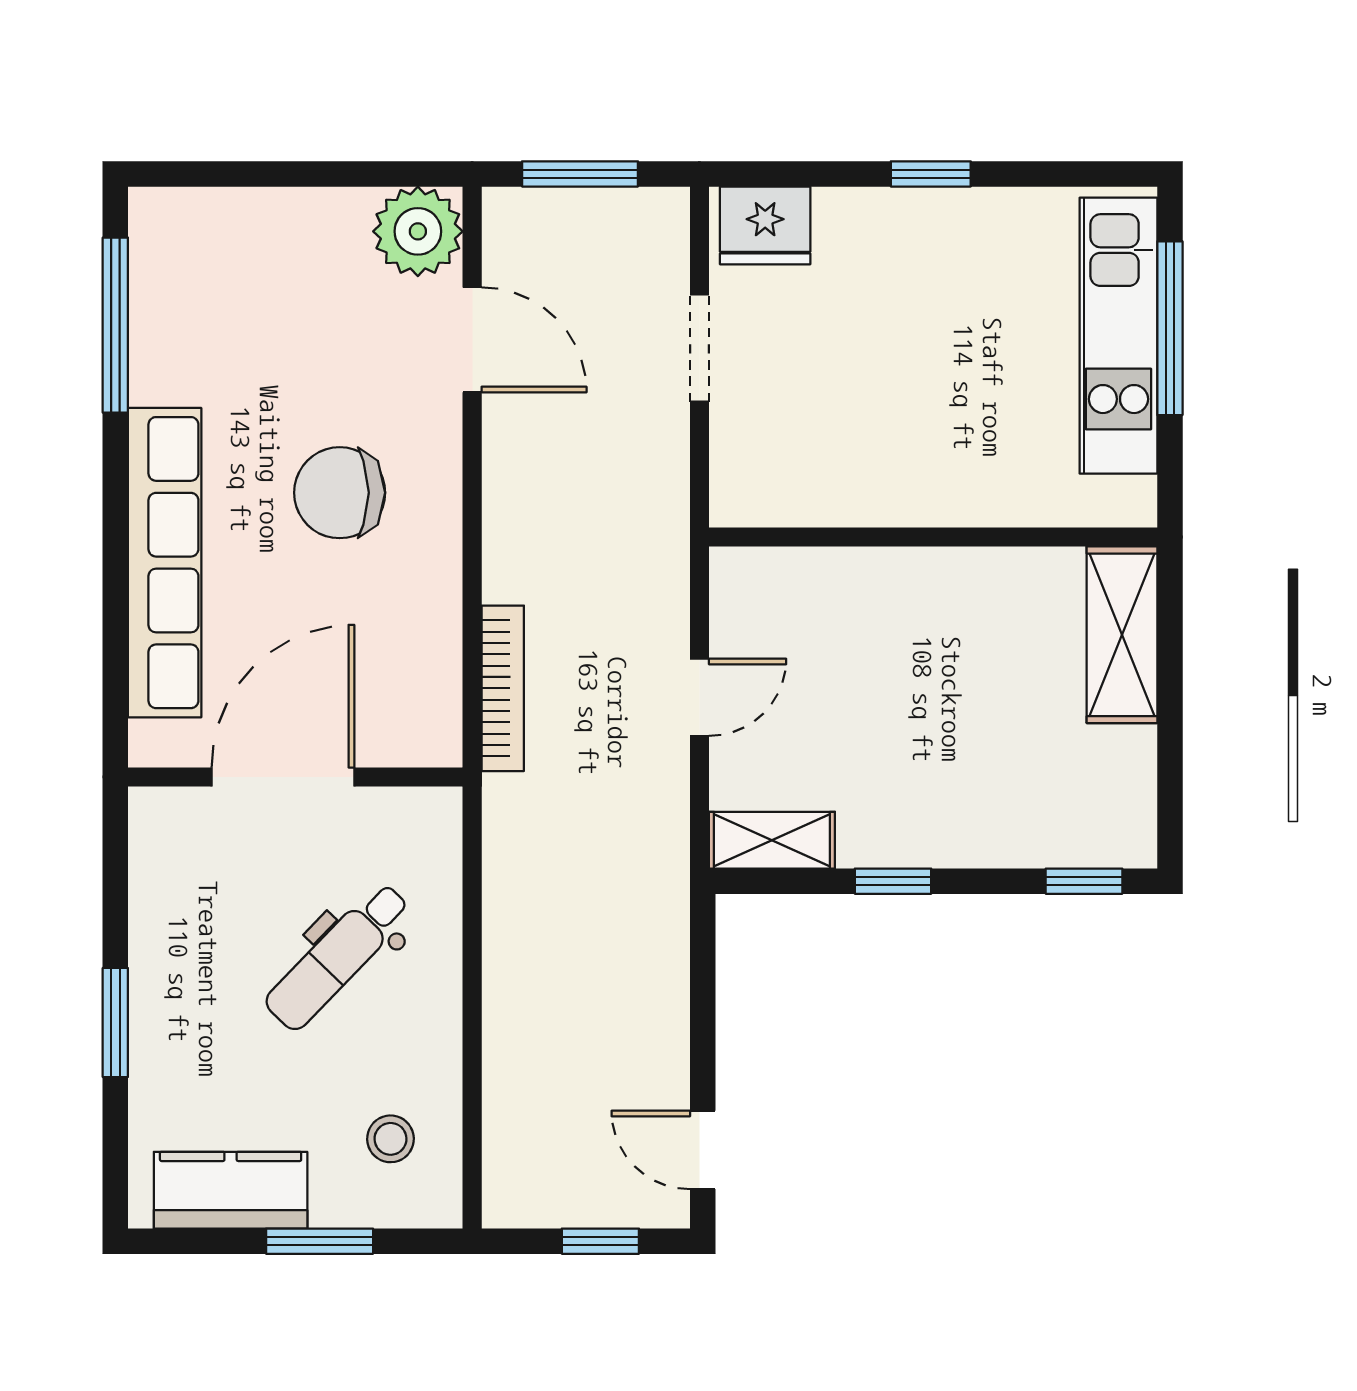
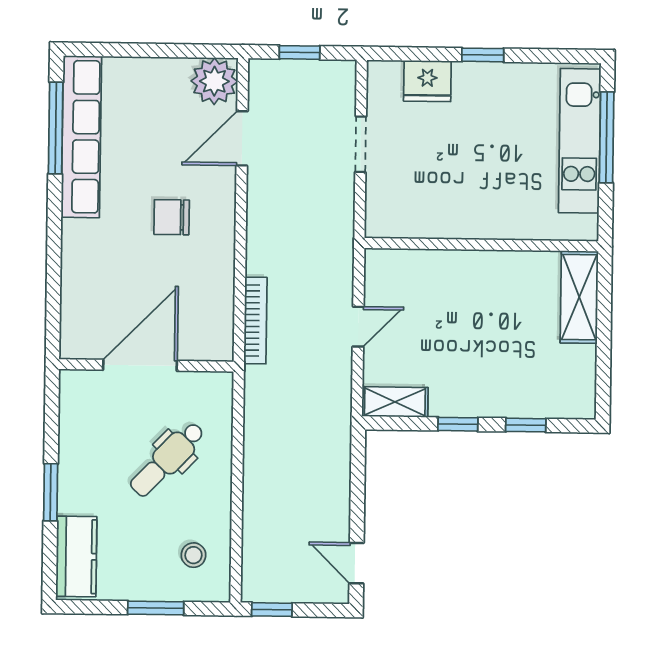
window: (580, 174) -> (300, 52), width x0.67
fridge: (765, 225) -> (427, 81), moved
door: (472, 340) -> (242, 138), swing flipped
chair: (340, 493) -> (172, 217), width x0.73, depth x0.73
row of seats: (165, 563) -> (81, 137), moved
window: (1084, 881) -> (526, 425), moved
kitchen counter: (231, 1190) -> (76, 556), moved, turned 90
window: (600, 1241) -> (272, 610), moved

